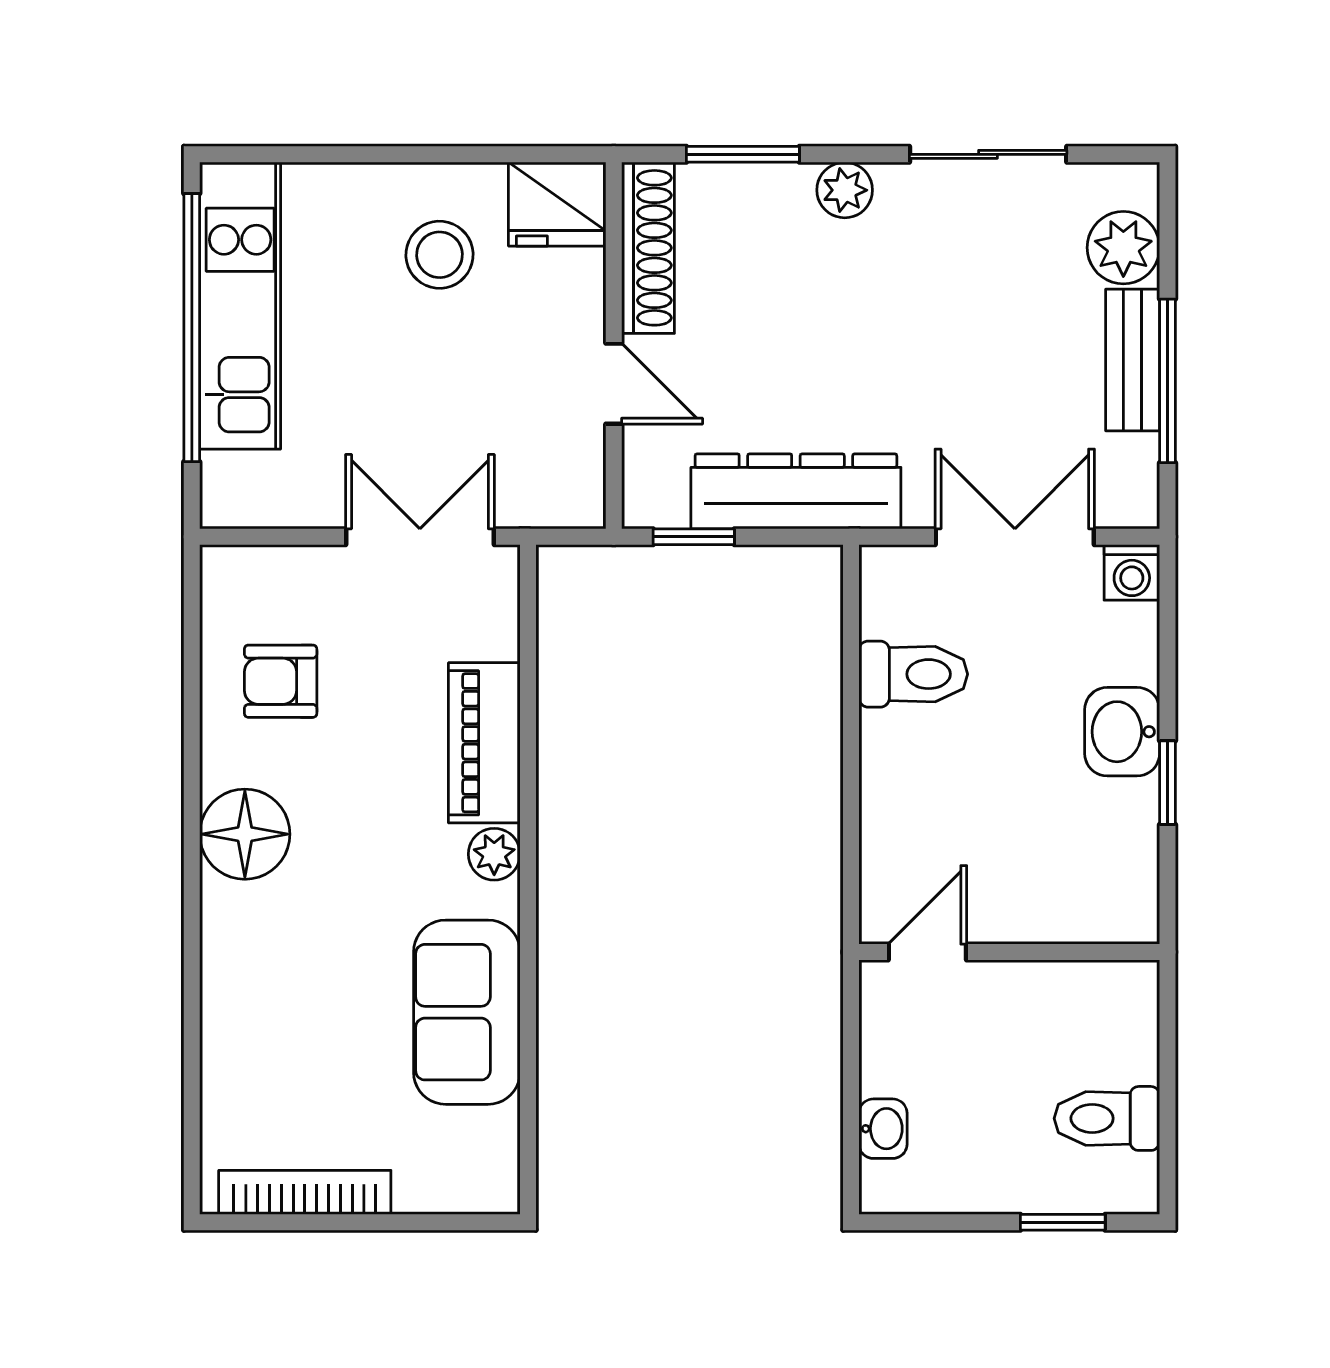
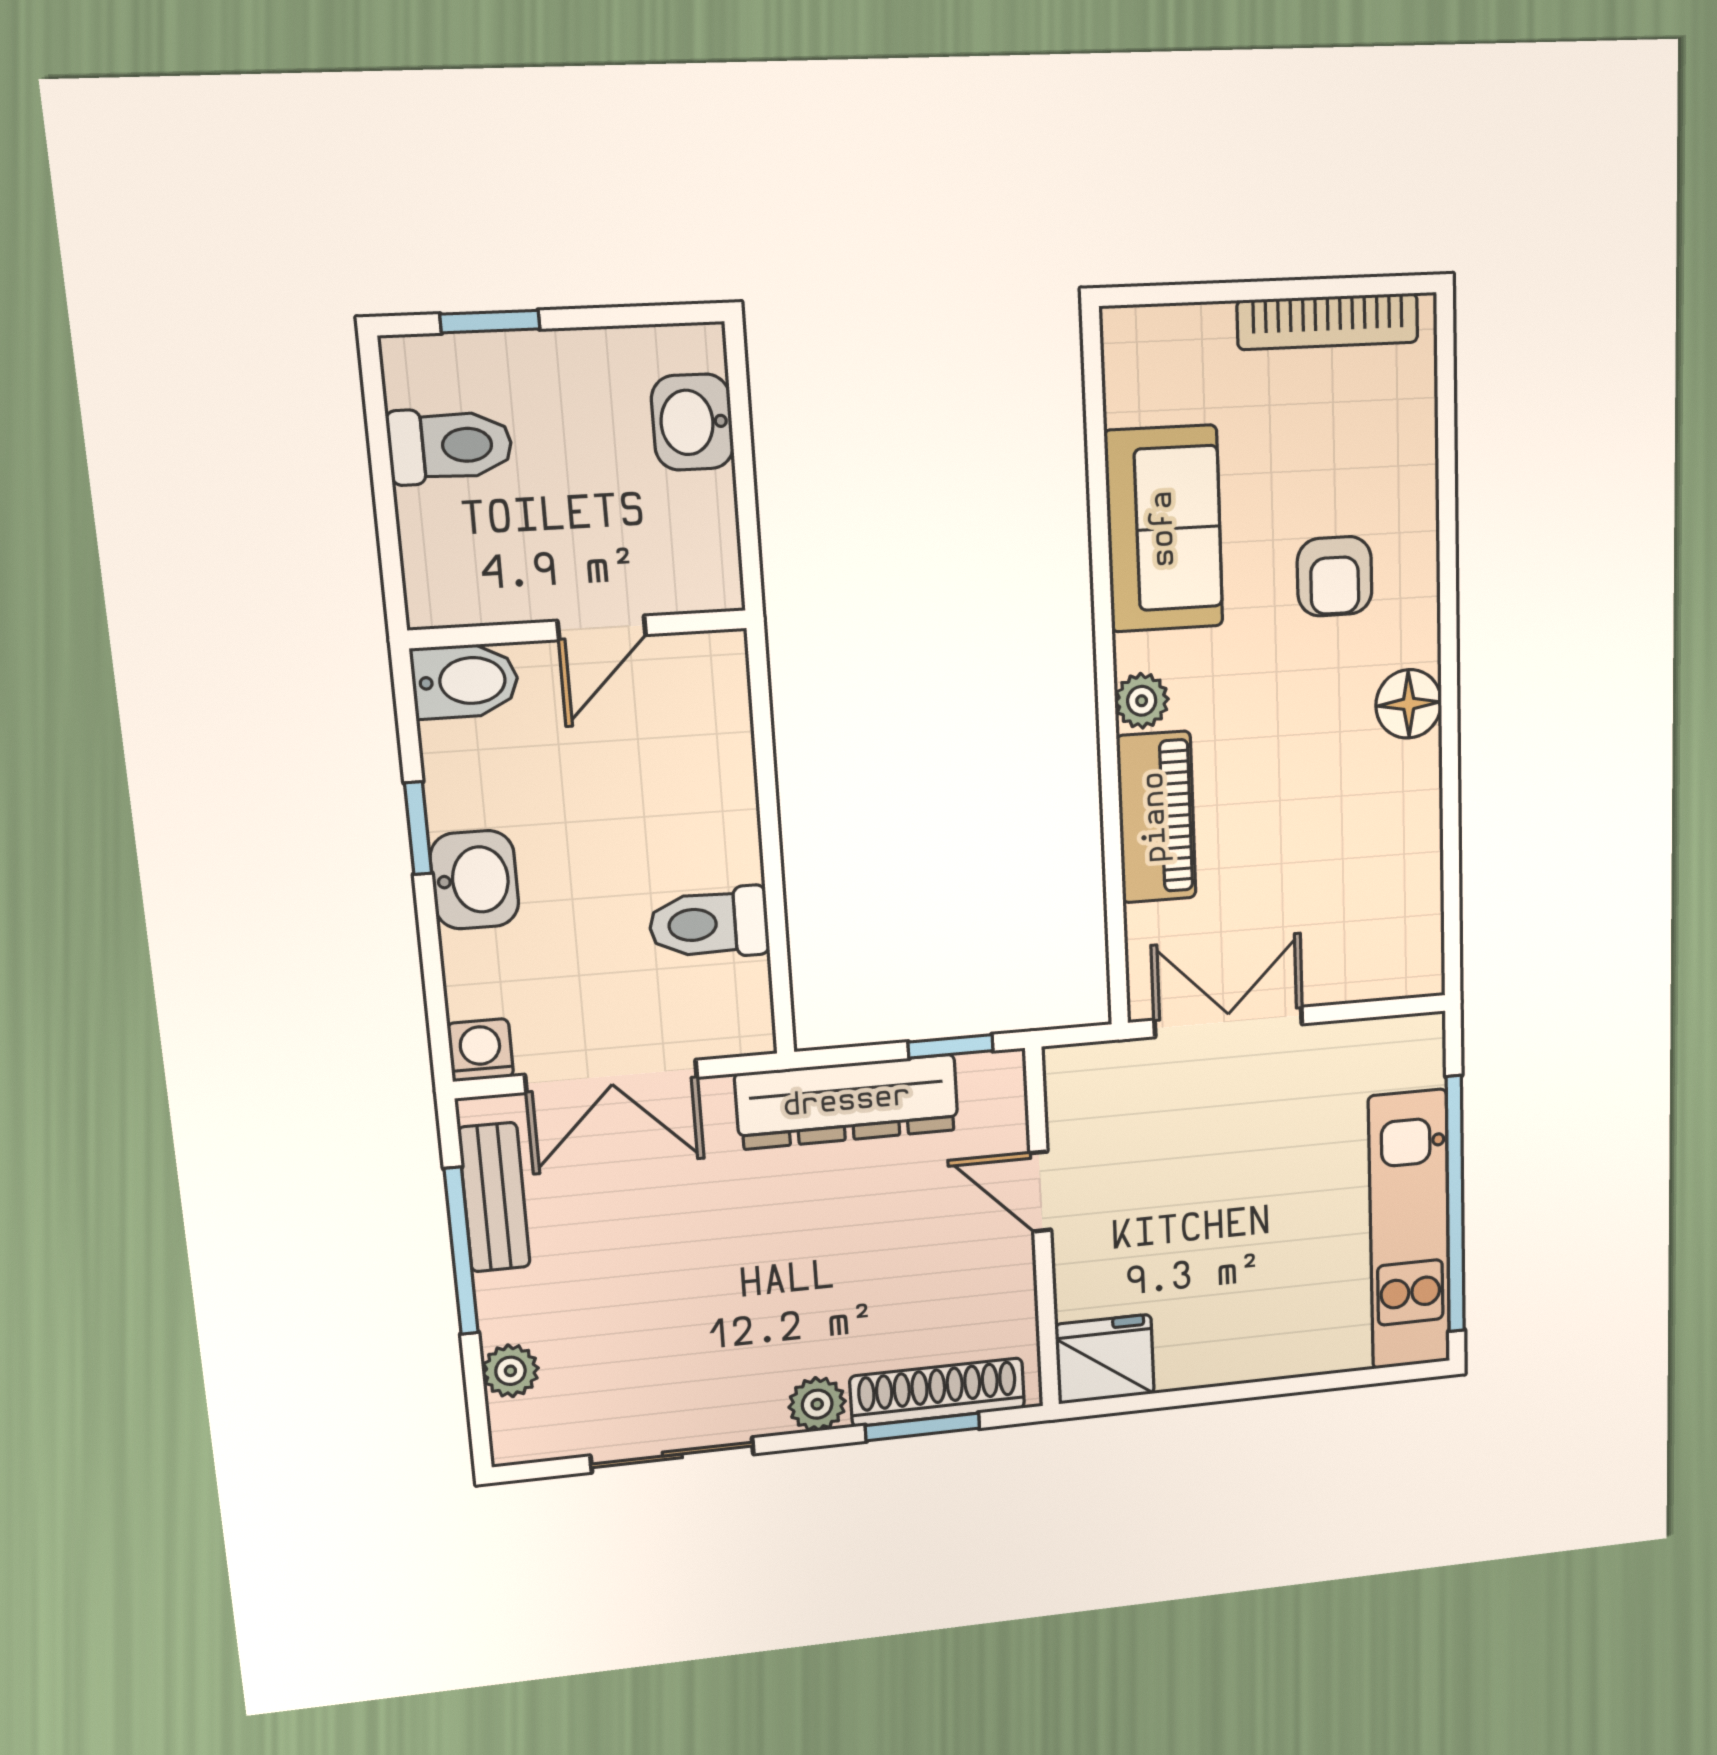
shoe rack: (648, 248) -> (937, 1392), moved, turned 90
plant: (1123, 248) -> (510, 1371), width x0.73, depth x0.73
stool: (440, 255) -> (1218, 1299), removed
bench: (1133, 360) -> (494, 1197), moved
double door: (420, 537) -> (1229, 1022), swing flipped
armchair: (281, 681) -> (1335, 576), moved, turned 90
floor lamp: (245, 834) -> (1409, 704), width x0.73, depth x0.73
bidet: (1113, 912) -> (465, 681), added
door: (927, 952) -> (602, 628), moved
washbasin: (883, 1129) -> (693, 422), width x1.38, depth x1.45

